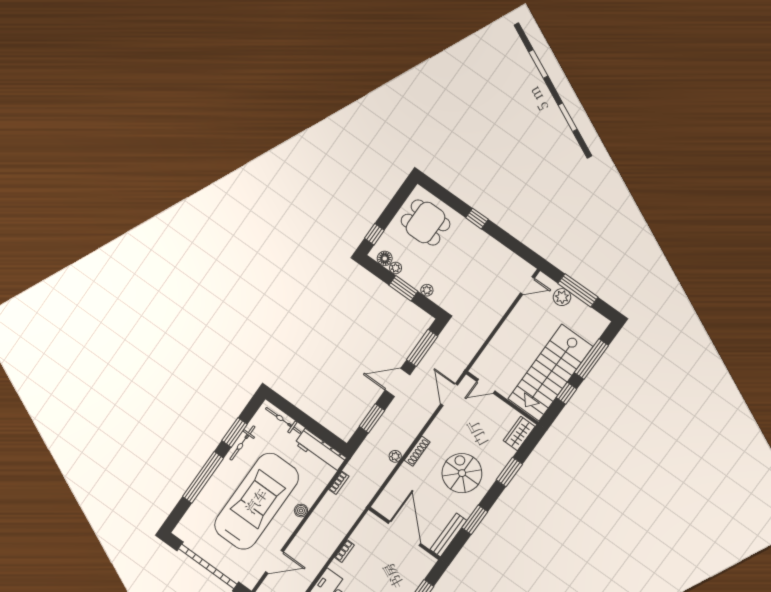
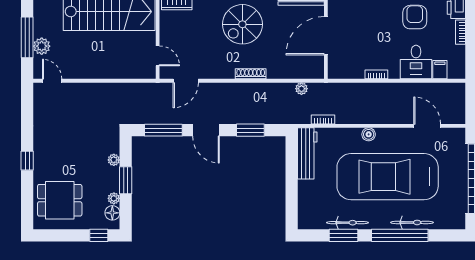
dining table: (425, 222) -> (60, 200), turned 90
bicycle: (283, 420) -> (412, 222), moved, turned -90
plant: (395, 456) -> (301, 89), moved

